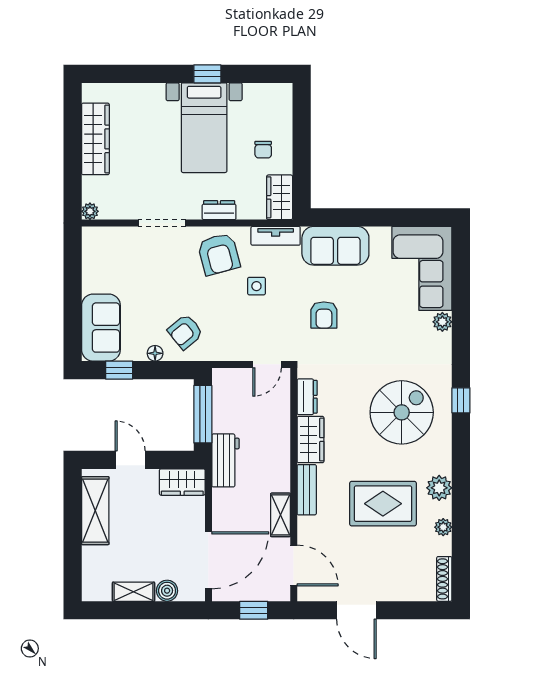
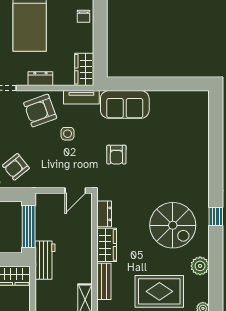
chair: (263, 150) -> (83, 16), moved
armchair: (219, 254) -> (40, 110), turned 85
corner sofa: (422, 268) -> (187, 121), removed
plant: (442, 322) -> (202, 160), removed
spiral stairs: (402, 412) -> (173, 225), turned 90
plant: (439, 488) -> (200, 266), moved

